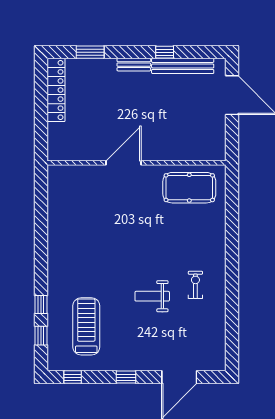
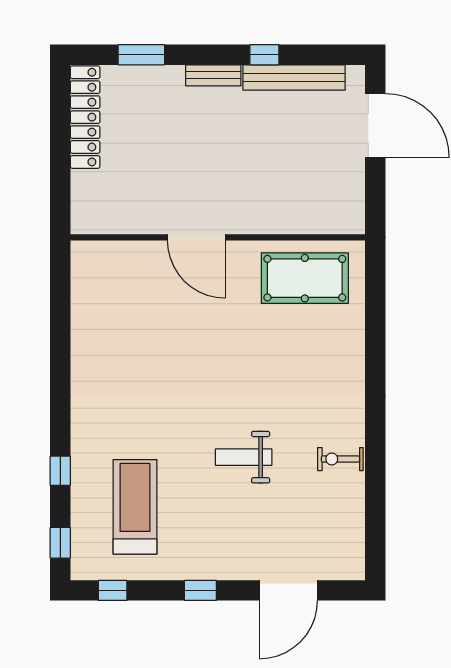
door: (124, 163) -> (196, 237), swing flipped
exercise bike: (195, 285) -> (340, 459), moved, turned -90
window: (41, 336) -> (60, 543), moved

